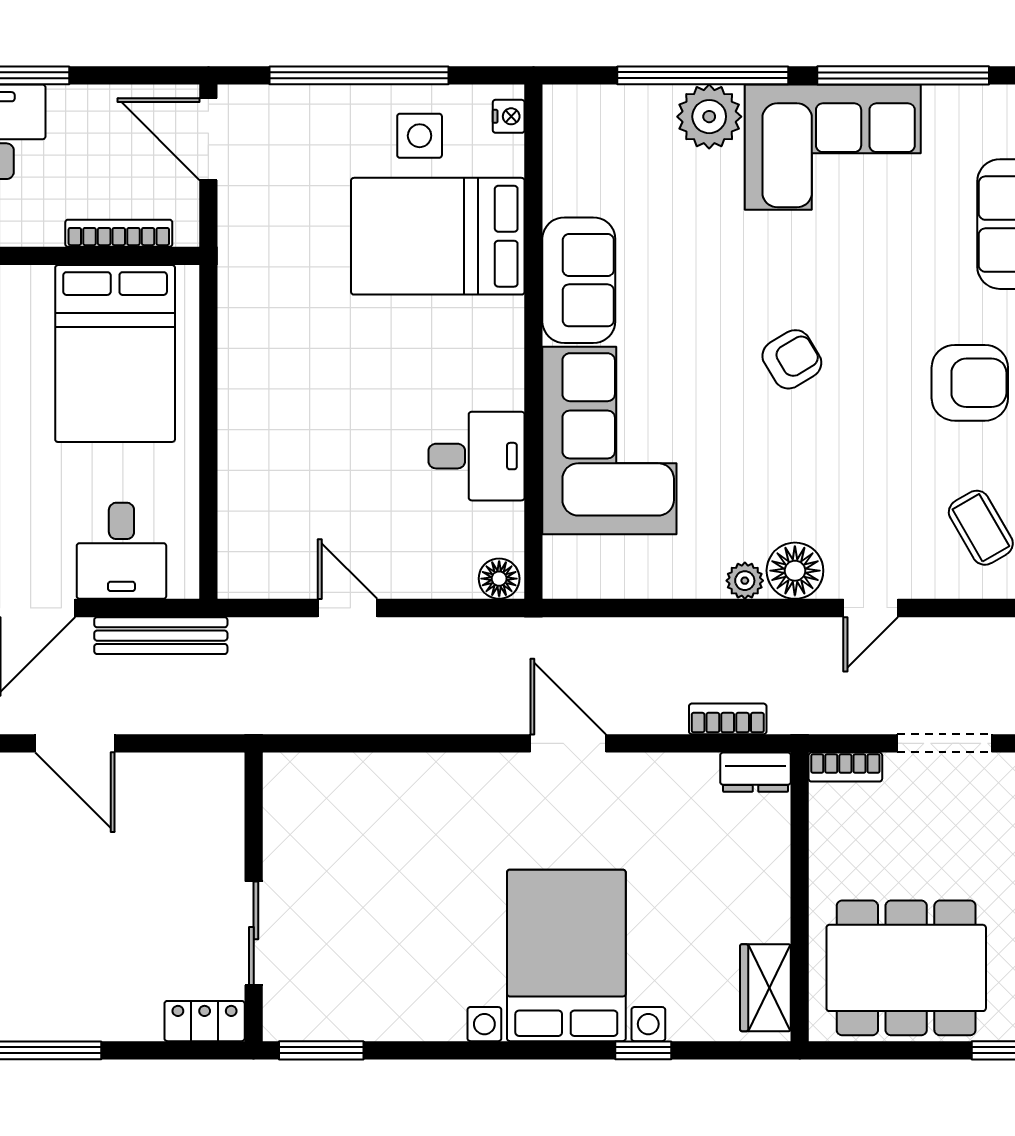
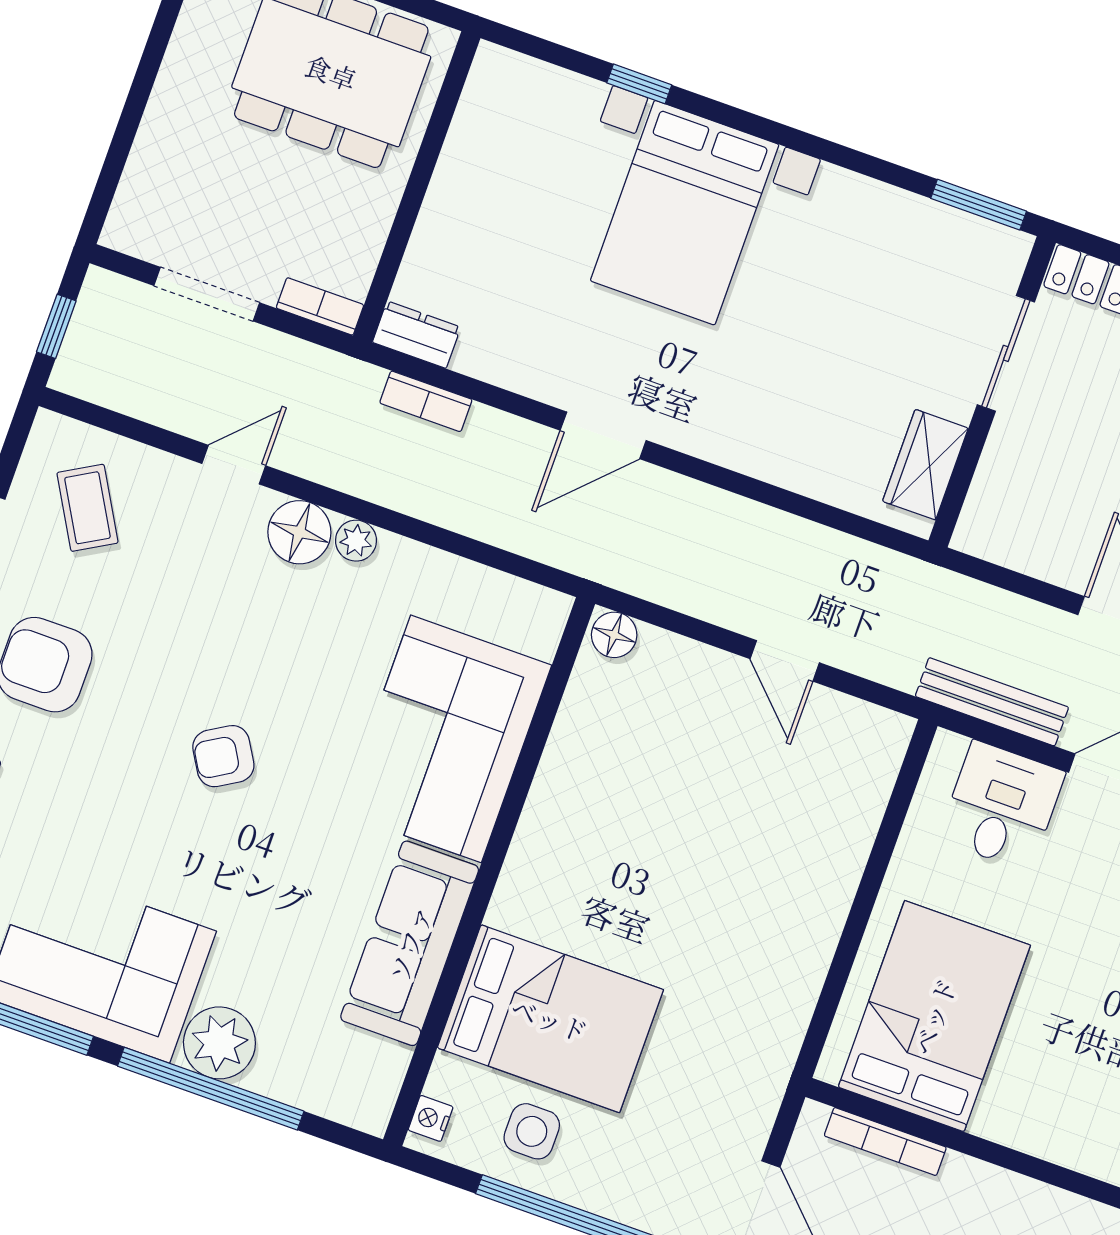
sofa: (579, 280) -> (410, 943), width x1.36
desk: (476, 456) -> (592, 772), removed
door: (568, 743) -> (603, 435), hinge flipped
wardrobe: (765, 988) -> (925, 465), moved, turned 180

